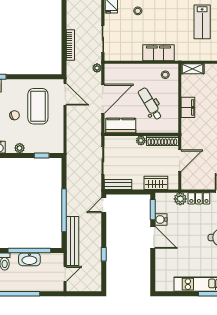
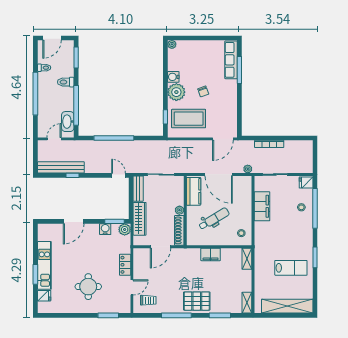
lab bench: (202, 22) -> (291, 268), turned 180
filing cabinet: (158, 53) -> (262, 206), moved
coffee table: (38, 106) -> (189, 119), moved
plant: (20, 148) -> (176, 92), width x1.88, depth x1.88
door: (180, 161) -> (160, 247), hinge flipped
wardrobe: (156, 183) -> (140, 219), width x1.50
plant: (180, 199) -> (125, 229), moved
door: (153, 237) -> (74, 221), moved
bench: (73, 241) -> (61, 167), moved
washbasin: (29, 259) -> (68, 122), moved
door: (65, 274) -> (54, 139), swing flipped

